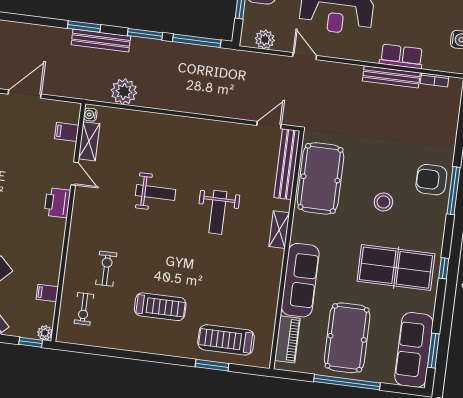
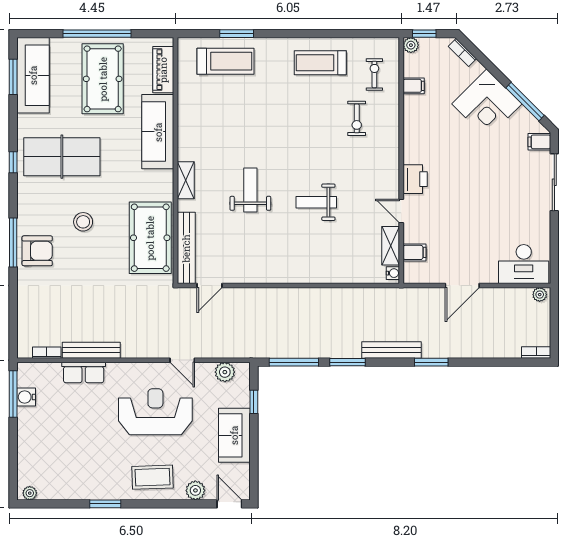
window: (84, 26) -> (431, 362), moved
plant: (124, 92) -> (362, 301), removed
treadmill: (160, 307) -> (320, 63), moved

